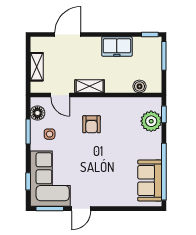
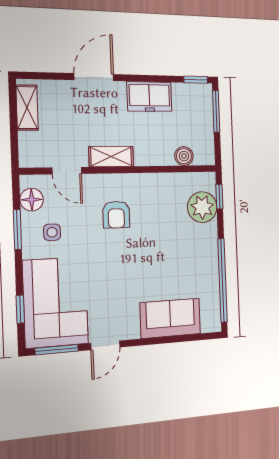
door: (68, 35) -> (94, 77), moved
shelving: (37, 67) -> (27, 108), moved
sofa: (150, 181) -> (170, 318), moved, turned 90

